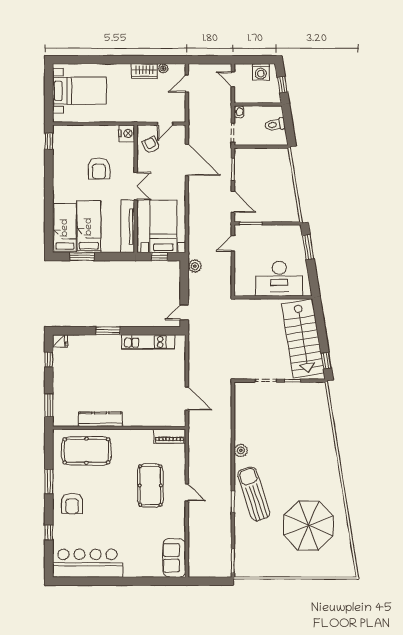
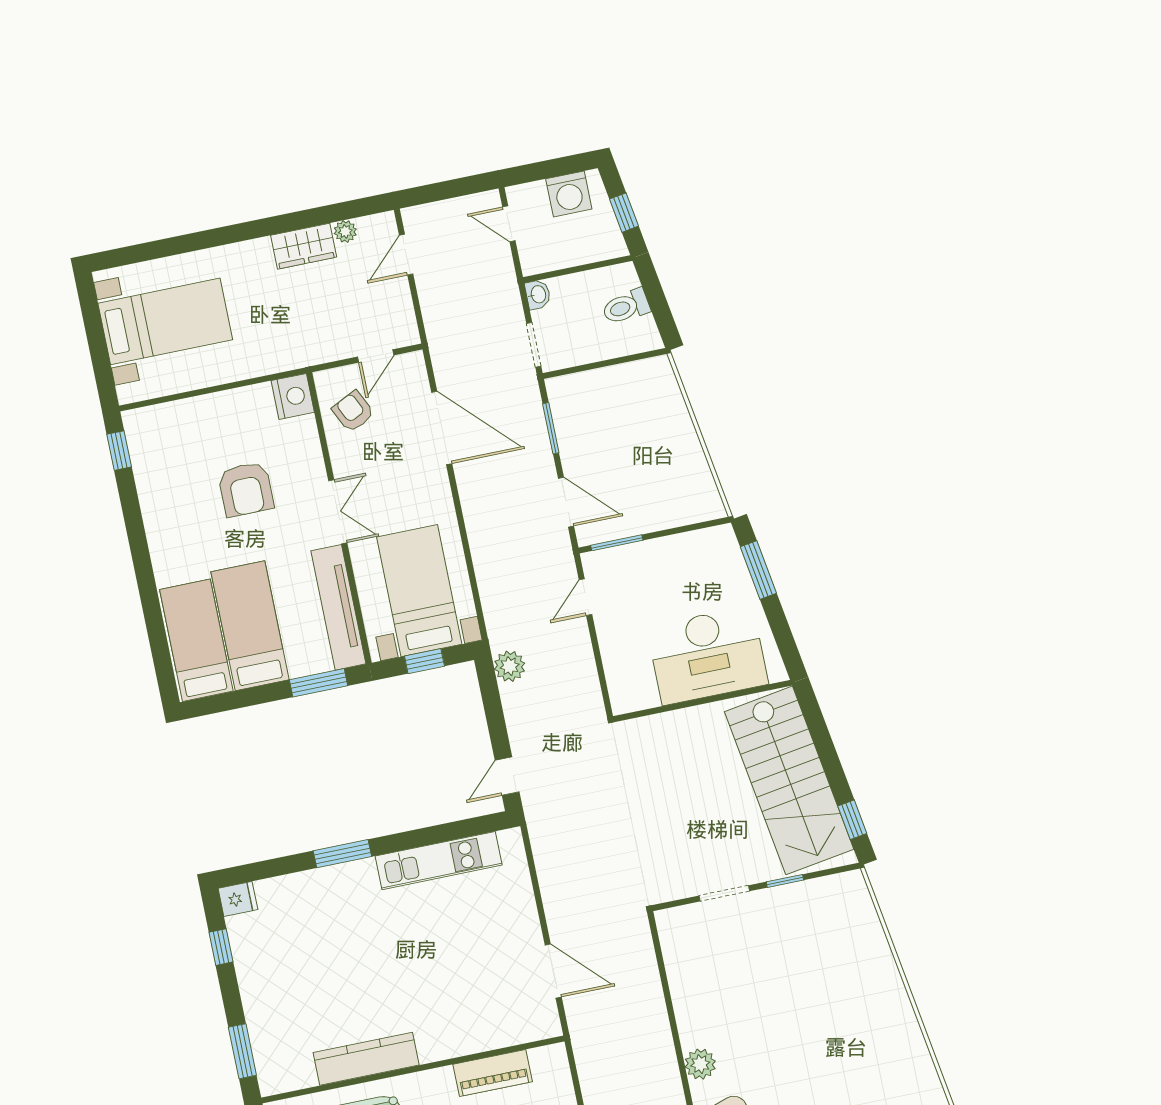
window: (82, 257) -> (319, 683), moved
piano: (170, 436) -> (493, 1073), moved

